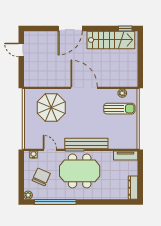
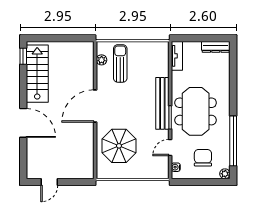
chair: (41, 177) -> (203, 158), turned 66

